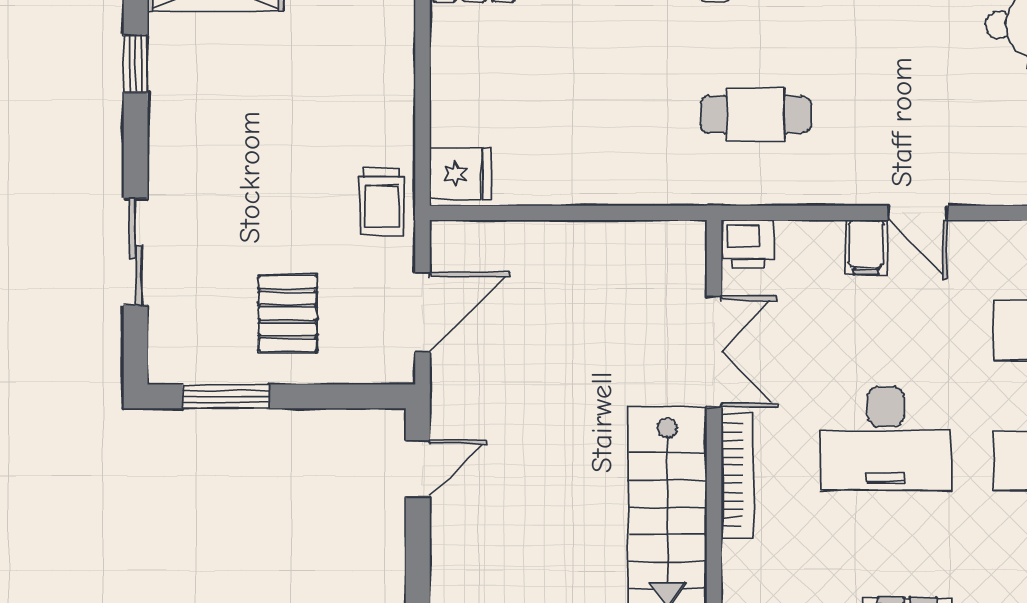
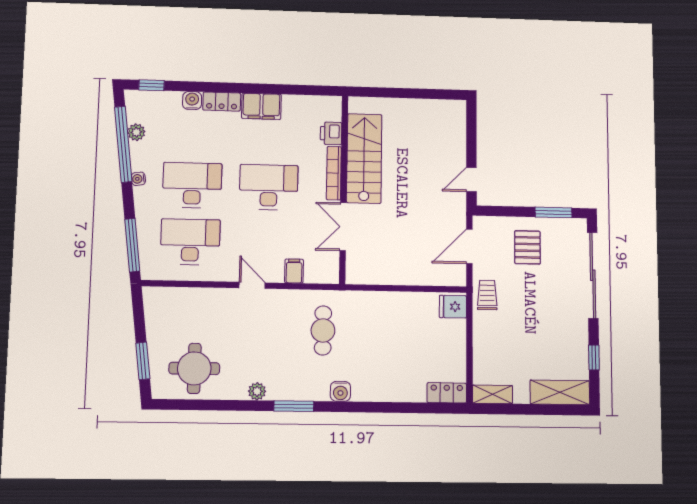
cafe table: (756, 114) -> (323, 330), turned 90
printer: (748, 244) -> (331, 133), moved, turned -90
filing cabinet: (866, 247) -> (294, 271), moved
sliding door: (136, 252) -> (593, 275), width x1.86

